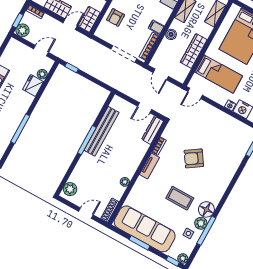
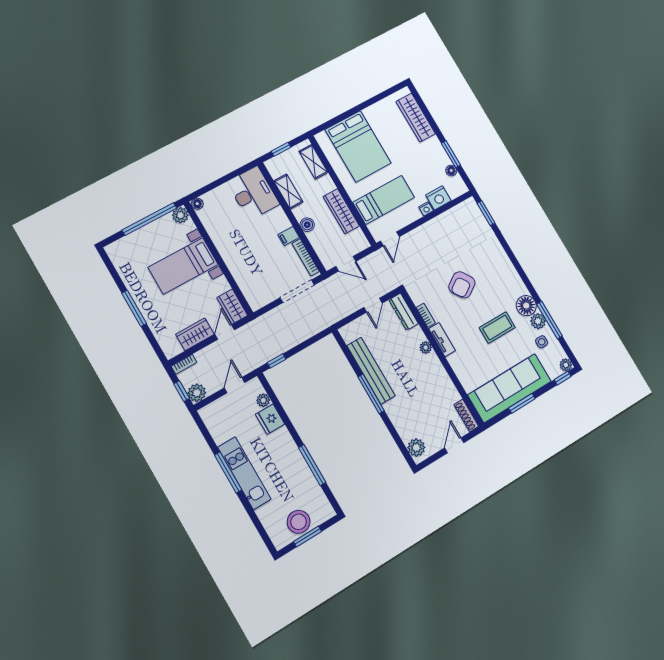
armchair: (116, 17) -> (249, 275), removed
plant: (125, 182) -> (426, 347), moved

